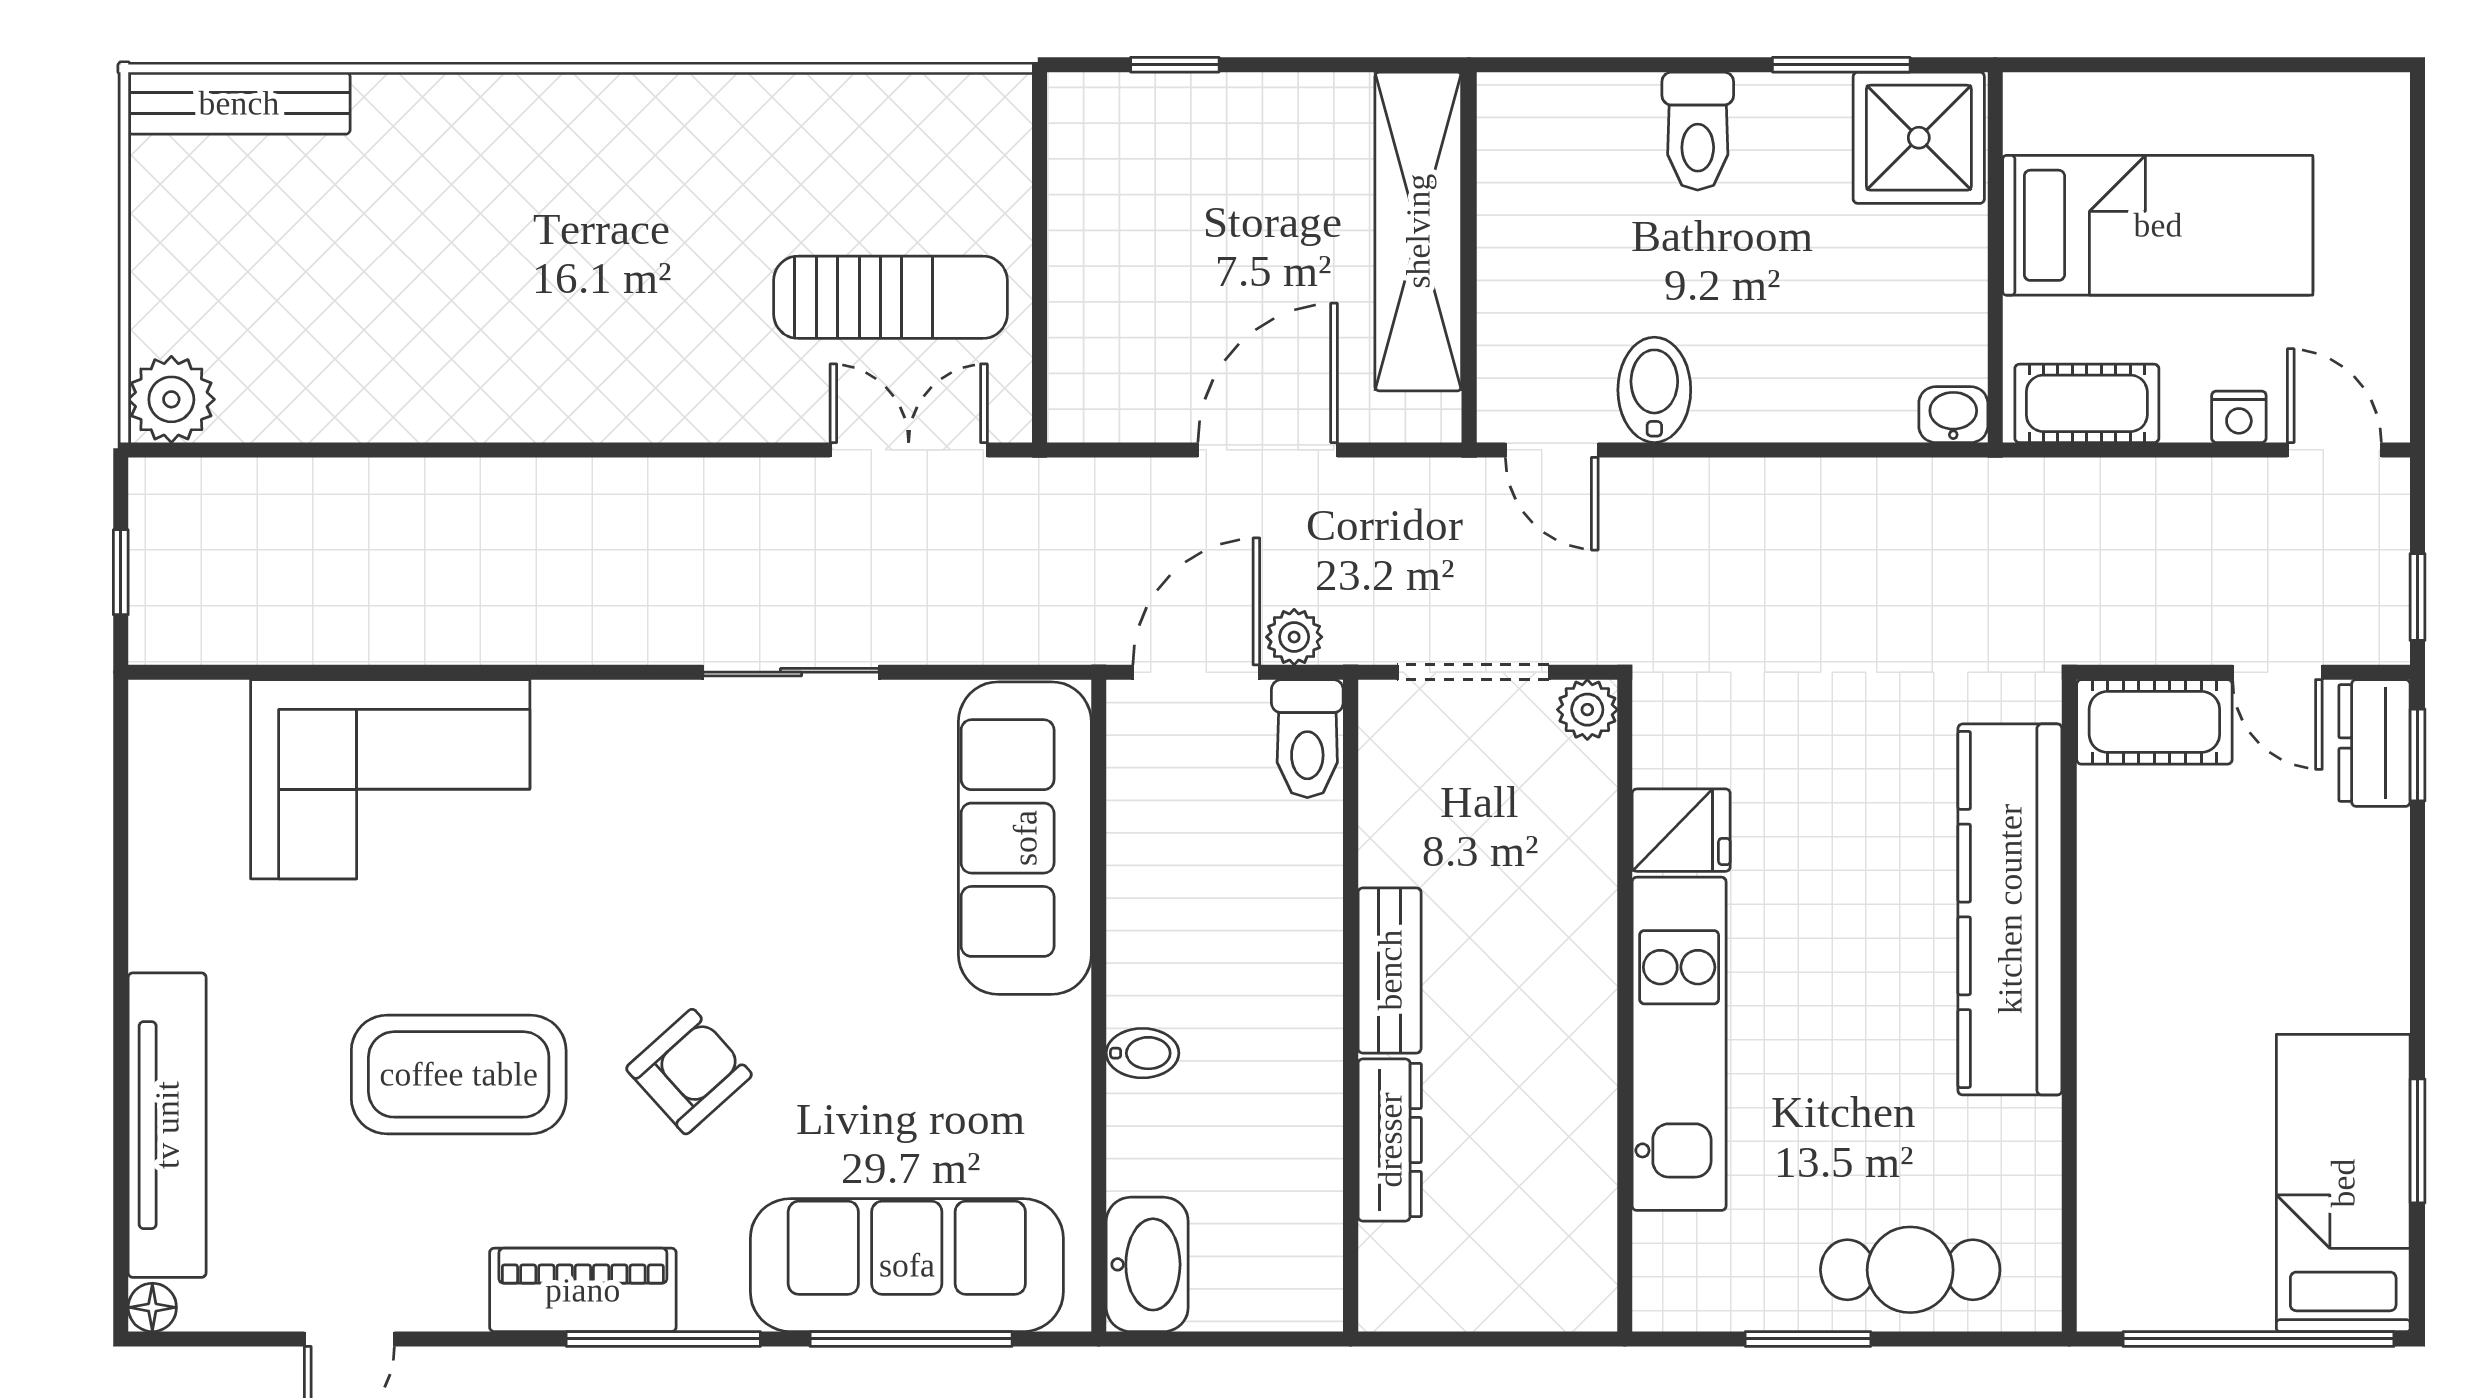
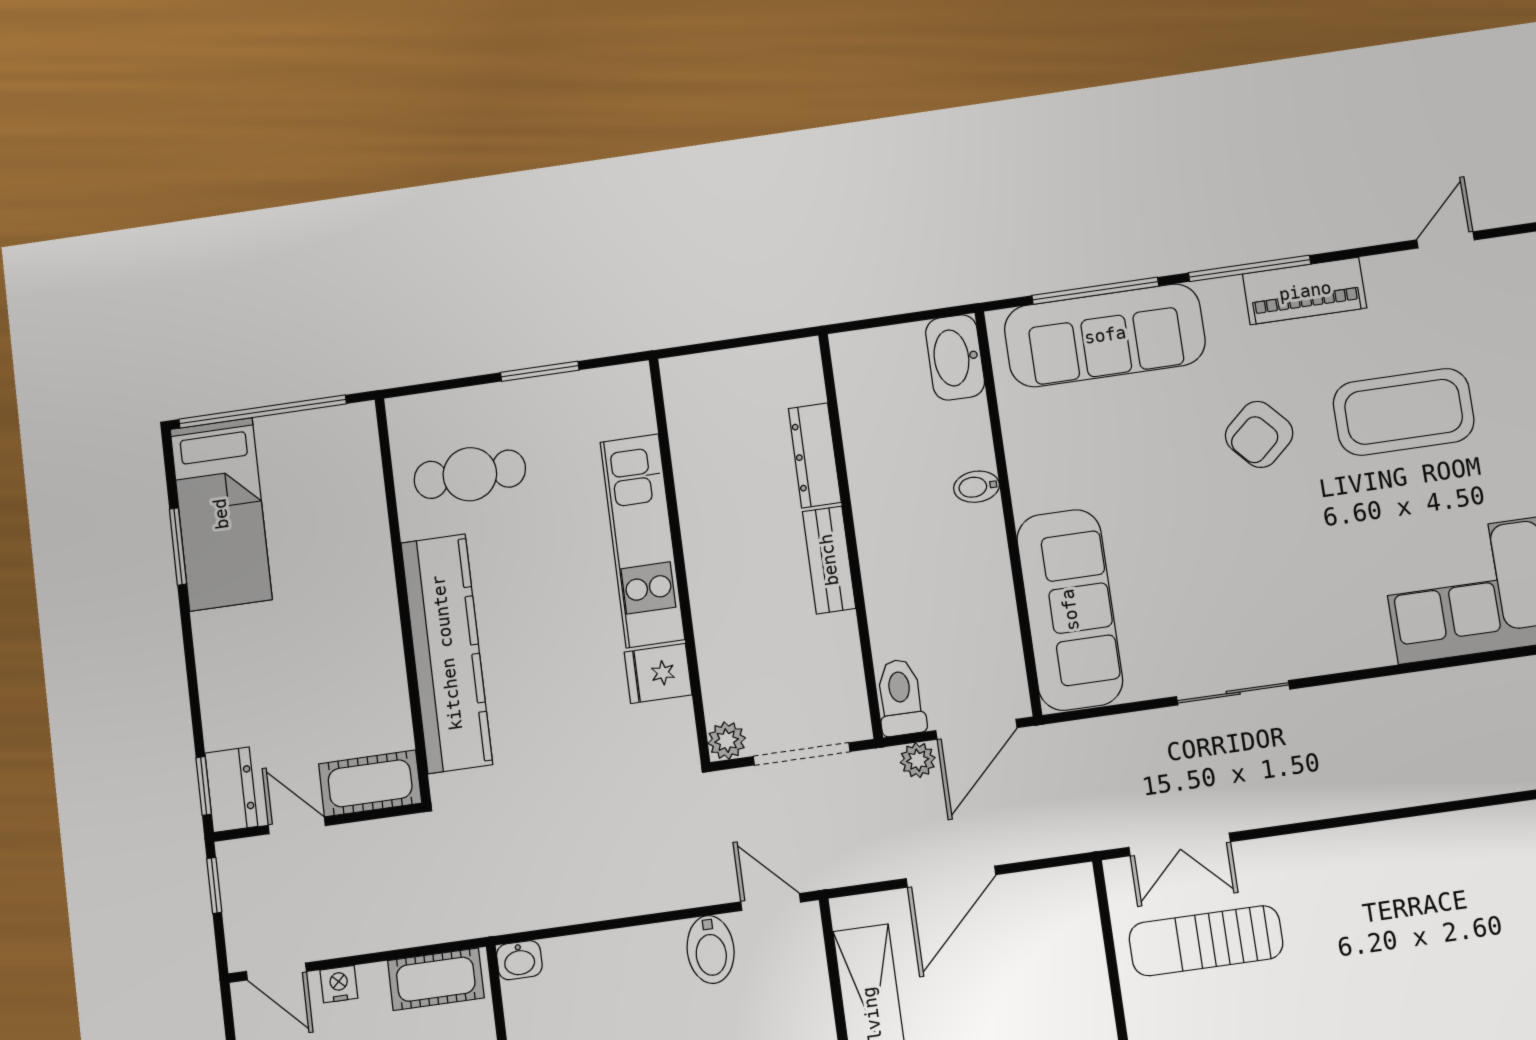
cafe table: (1910, 1270) -> (470, 474), moved

